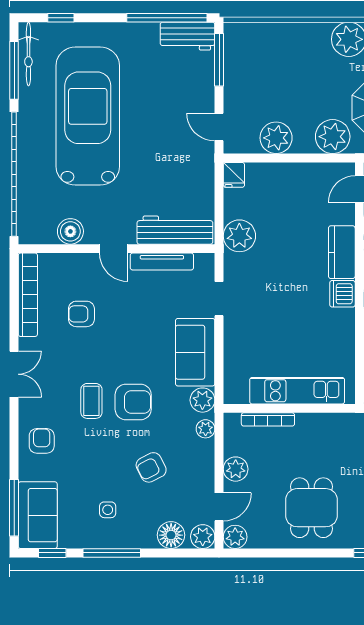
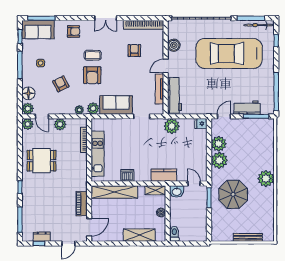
workbench: (188, 36) -> (247, 108), moved, turned 90
car: (88, 116) -> (229, 54), turned 180
plant: (333, 137) -> (219, 160), moved
dishwasher: (342, 294) -> (127, 175), moved

